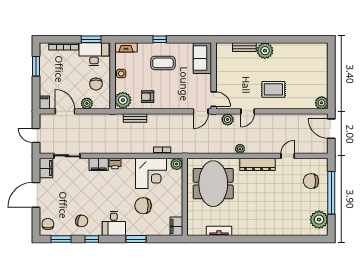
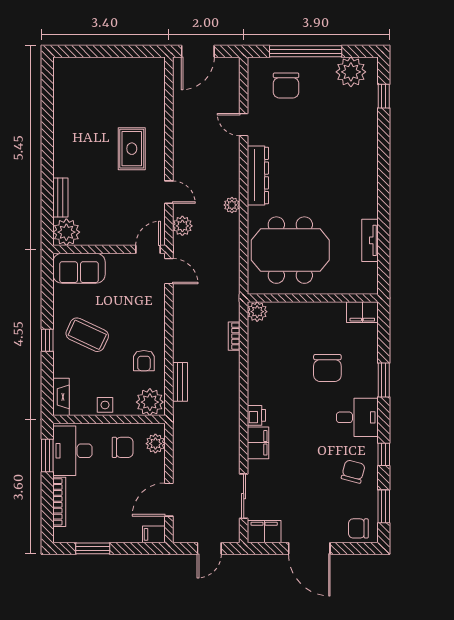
plant: (265, 51) -> (66, 232), moved
coffee table: (163, 63) -> (87, 335), turned -65
plant: (87, 103) -> (155, 444), moved
plant: (322, 103) -> (154, 68), removed
corner desk: (151, 173) -> (273, 355), removed
window: (305, 239) -> (384, 96), added

